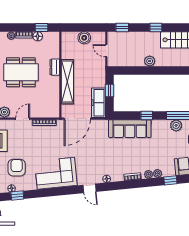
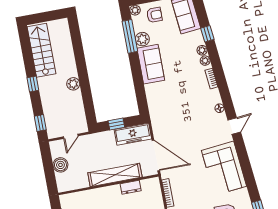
dresser: (55, 67) -> (131, 187), moved
window: (147, 116) -> (137, 75), removed
sofa: (130, 129) -> (151, 64), moved, width x0.73

